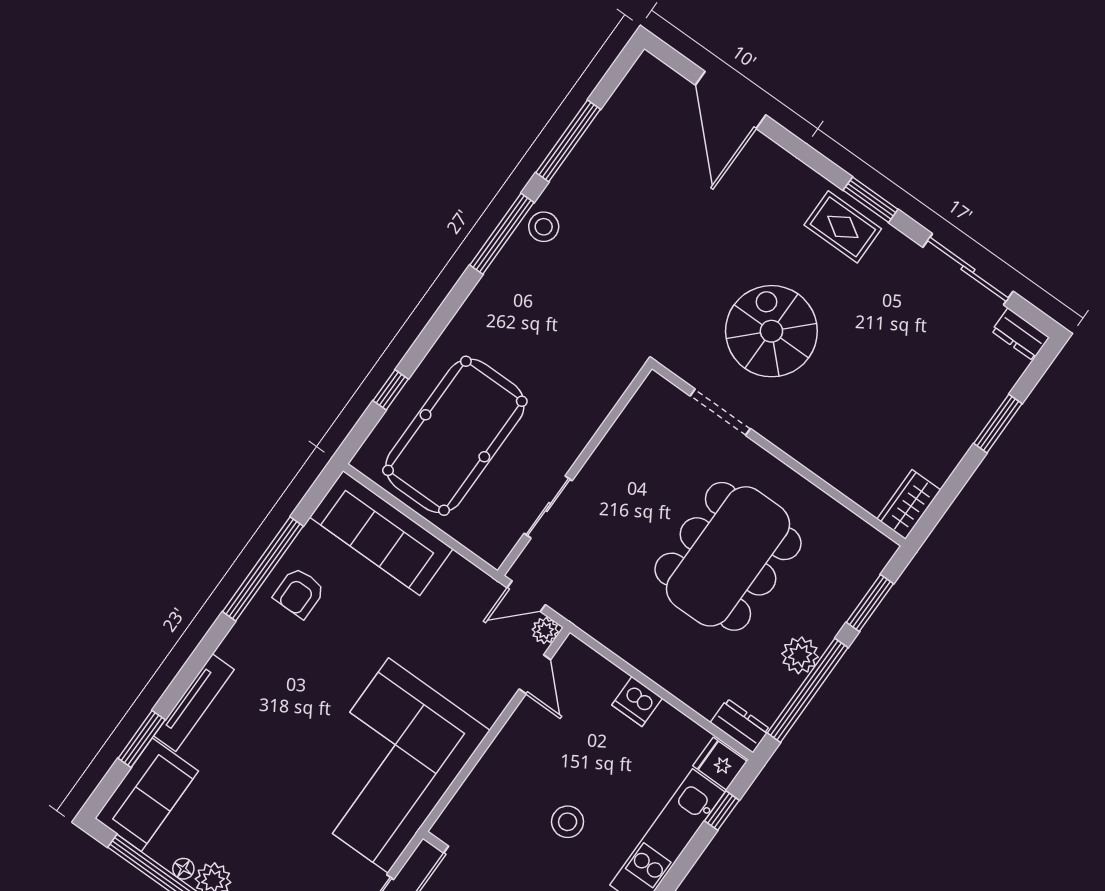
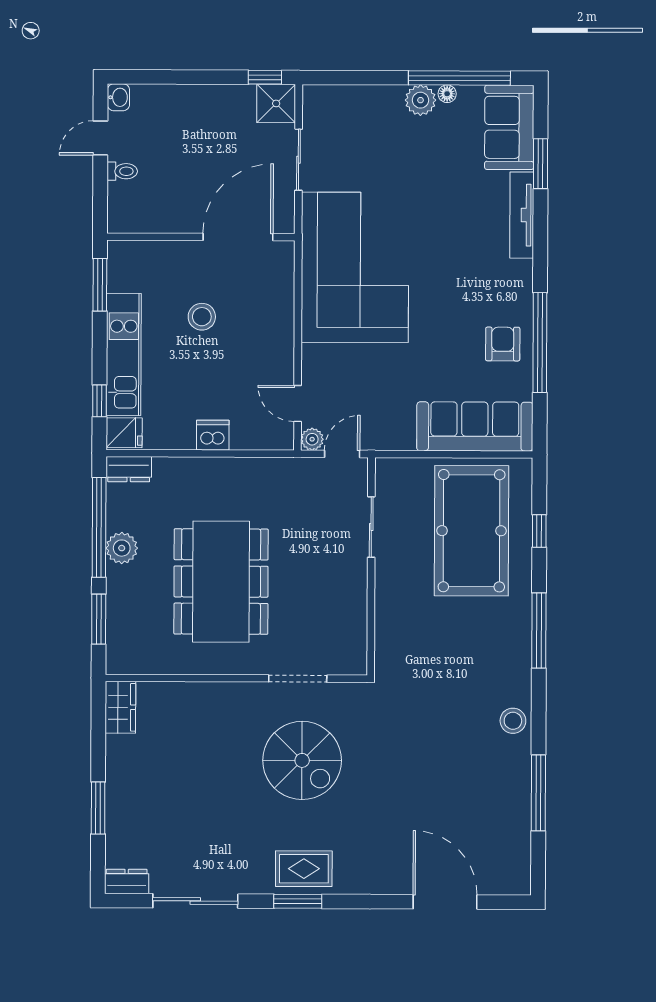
window: (502, 234) -> (539, 631), moved

